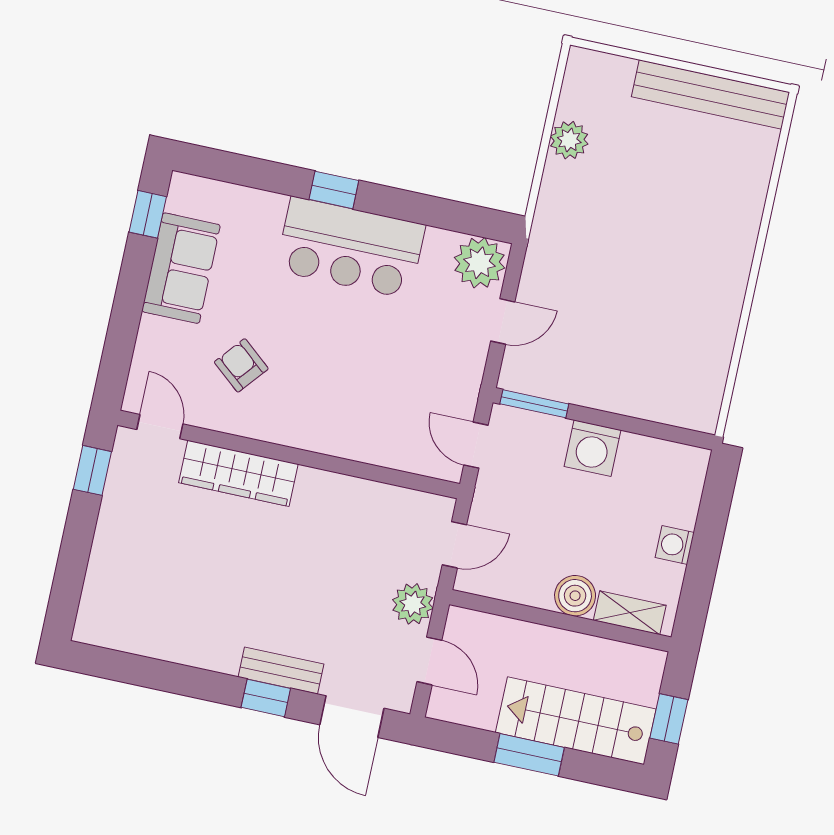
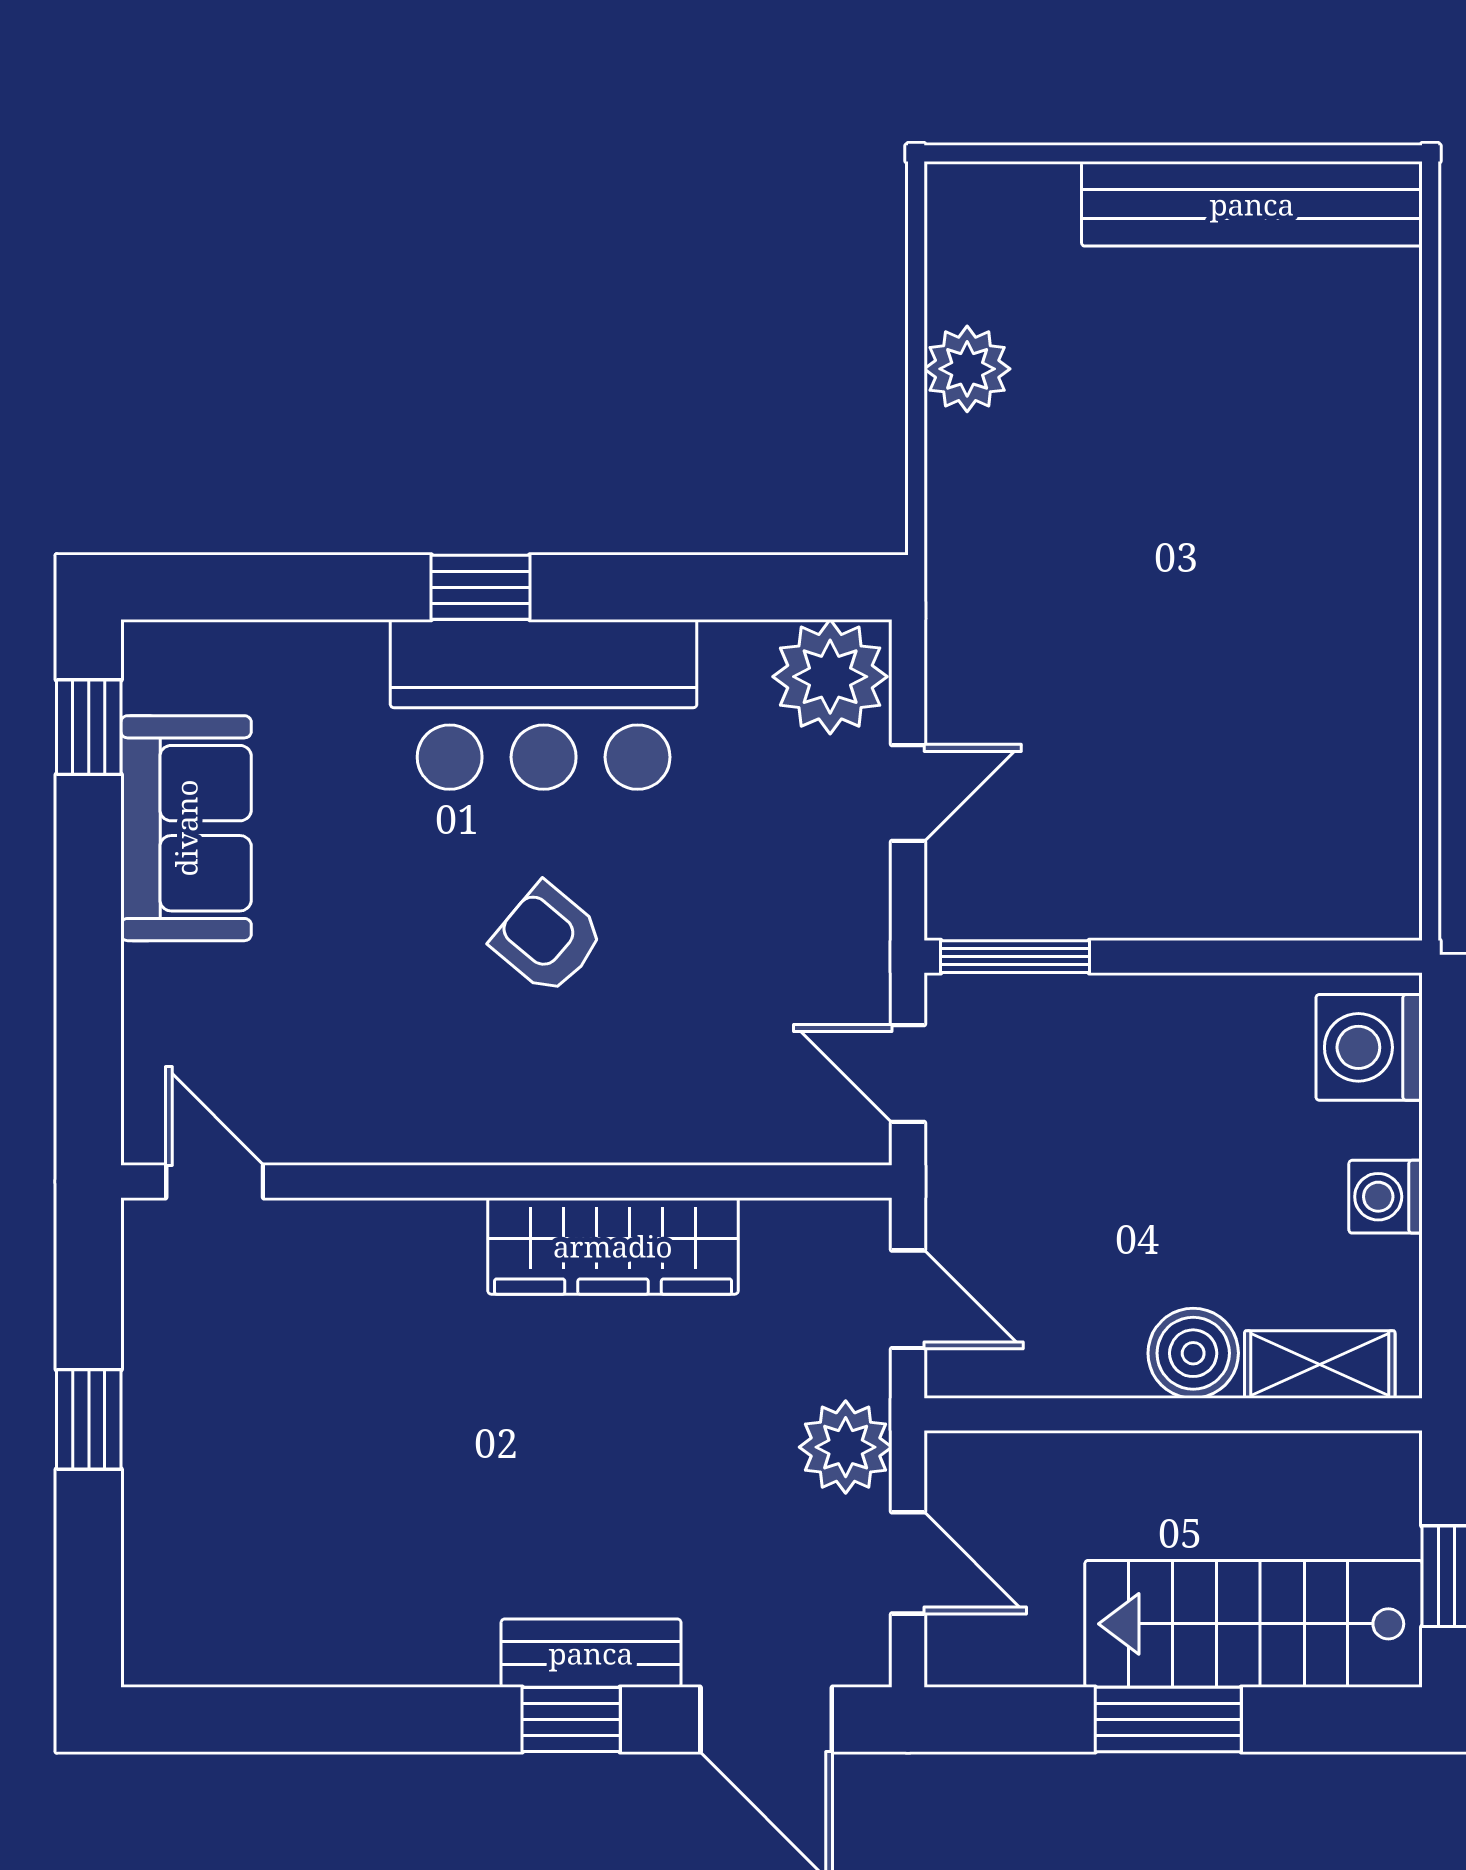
armchair: (241, 365) -> (548, 938), moved
washing machine: (592, 448) -> (1369, 1047), moved, turned 90
window: (92, 470) -> (89, 1419), moved
wardrobe: (238, 473) -> (613, 1246), moved
door: (454, 545) -> (908, 1299), hinge flipped

